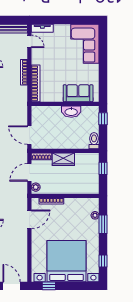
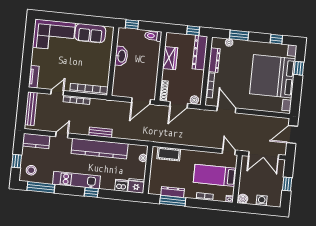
door: (29, 41) -> (57, 92), moved
sofa: (78, 93) -> (90, 33), moved, turned -90
wardrobe: (63, 159) -> (170, 58), moved
window: (103, 168) -> (193, 31), moved
door: (29, 172) -> (179, 105), hinge flipped
dresser: (82, 188) -> (200, 53), added
dresser: (76, 203) -> (214, 60), added
window: (49, 286) -> (299, 68), moved

